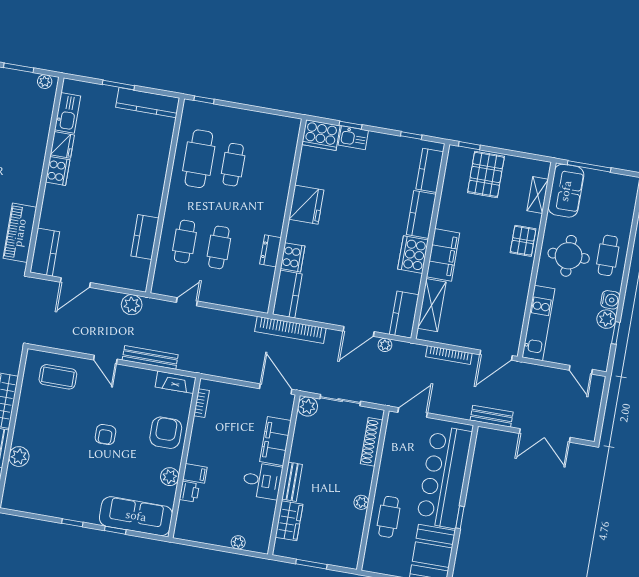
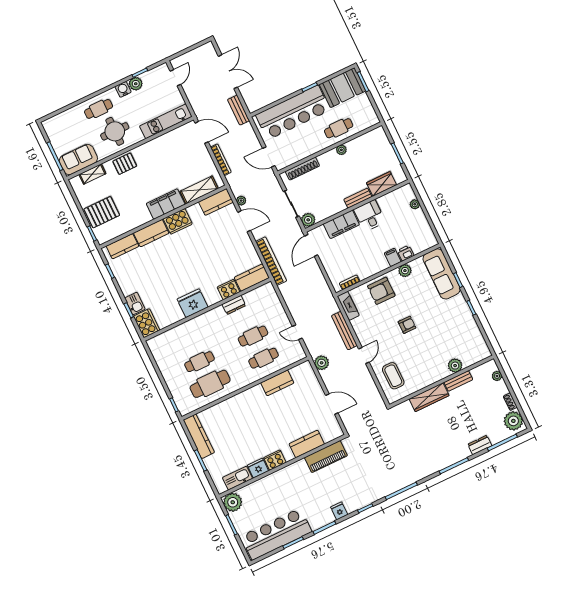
plant: (45, 82) -> (233, 502), width x1.87, depth x1.87
kitchen counter: (45, 252) -> (307, 444), moved

